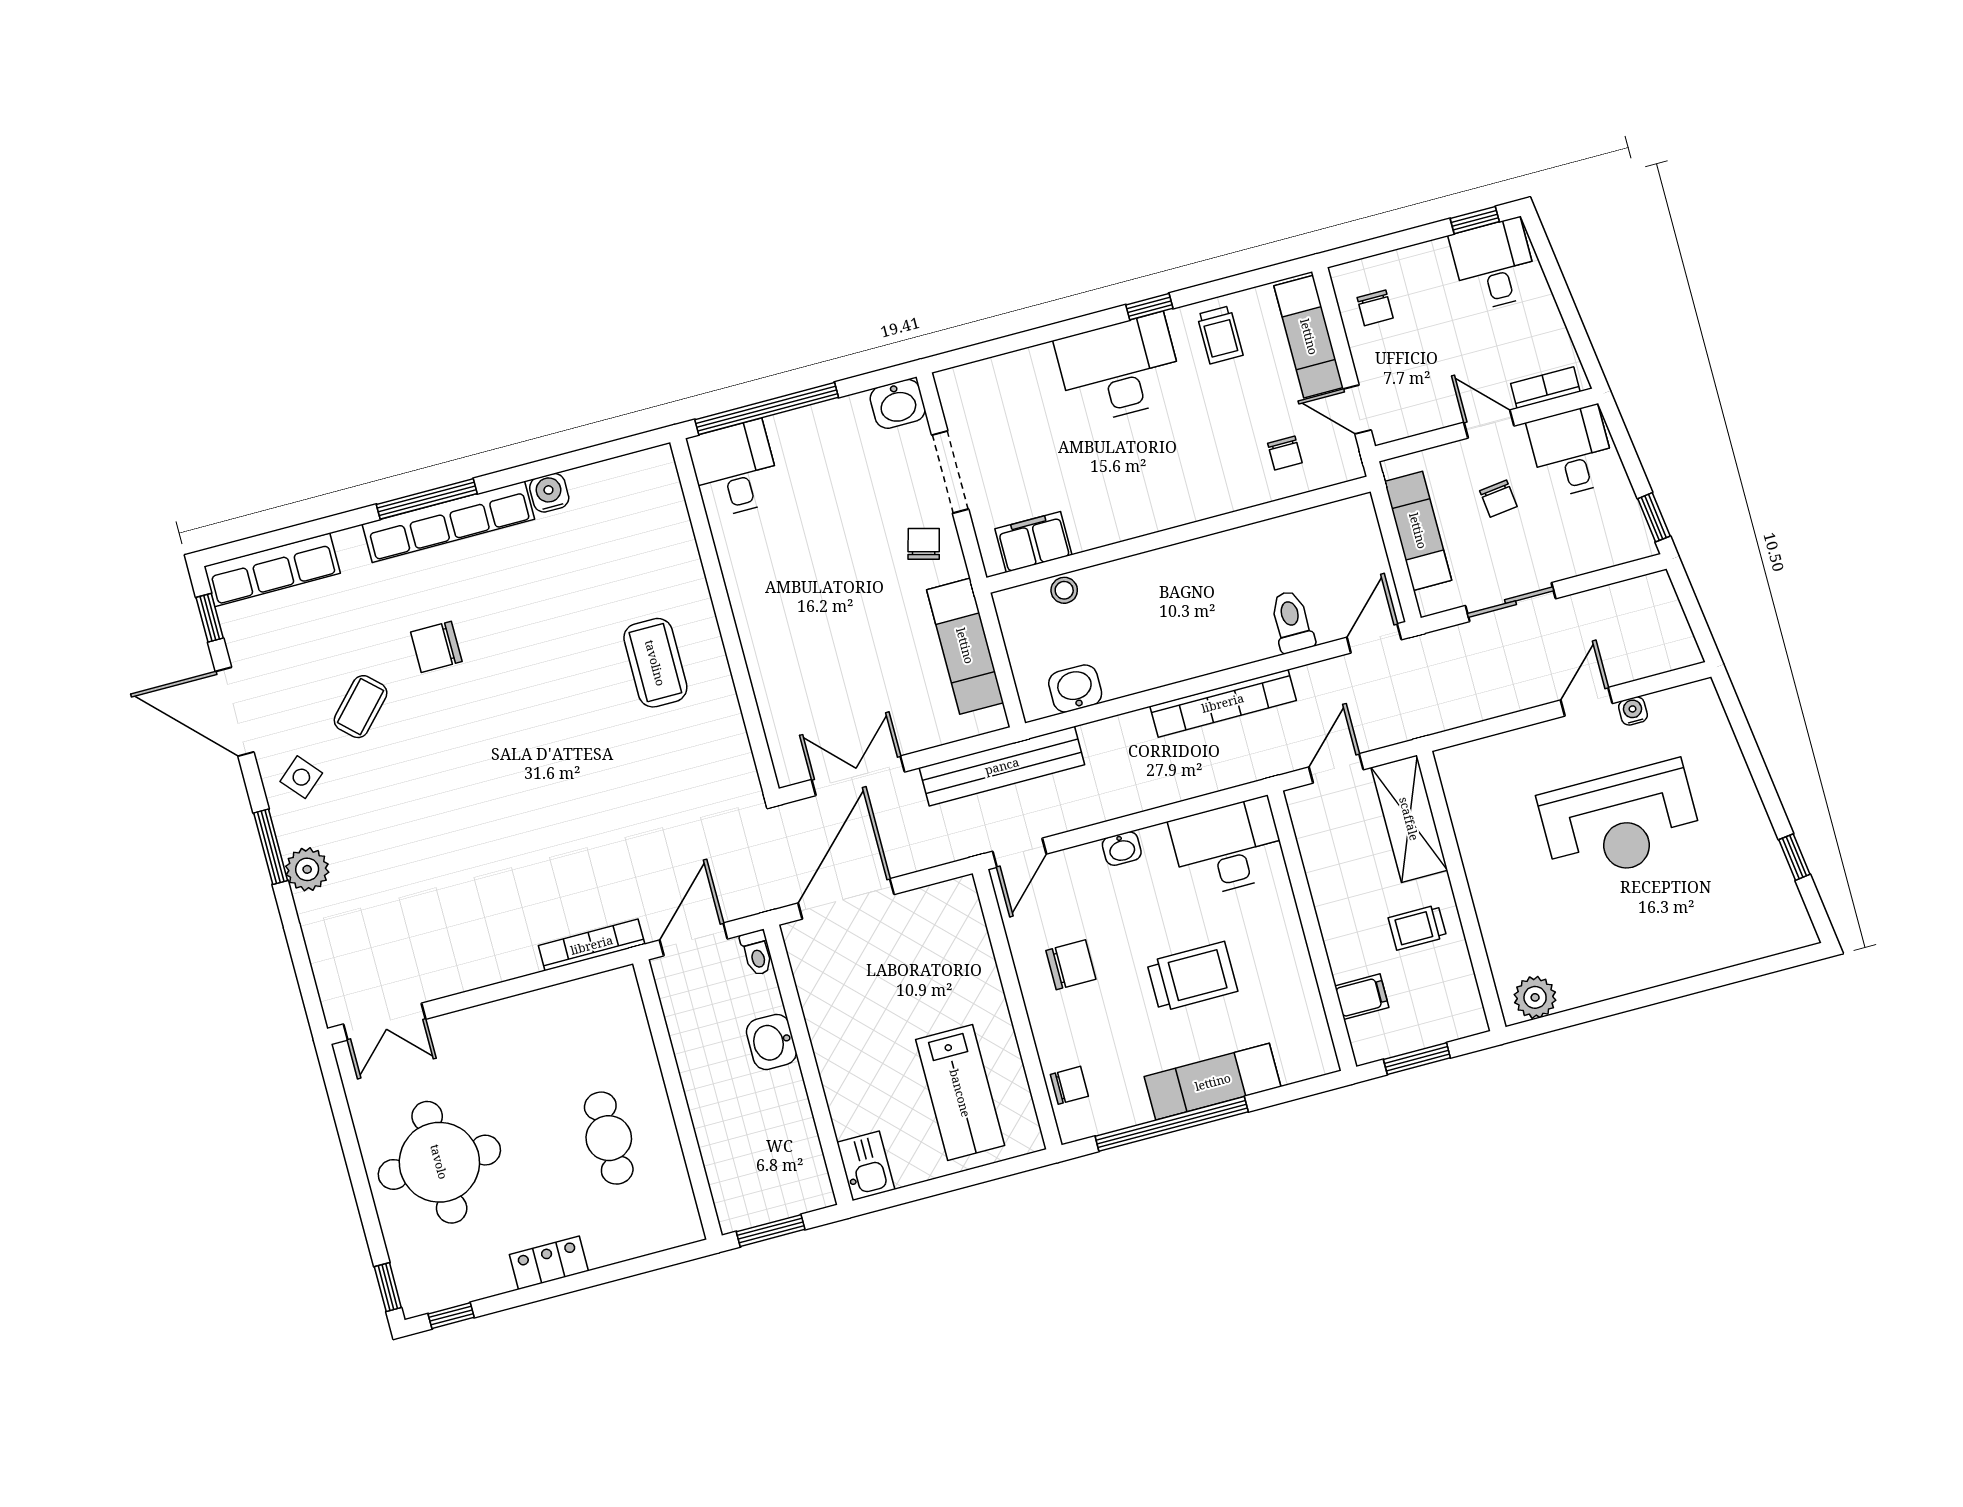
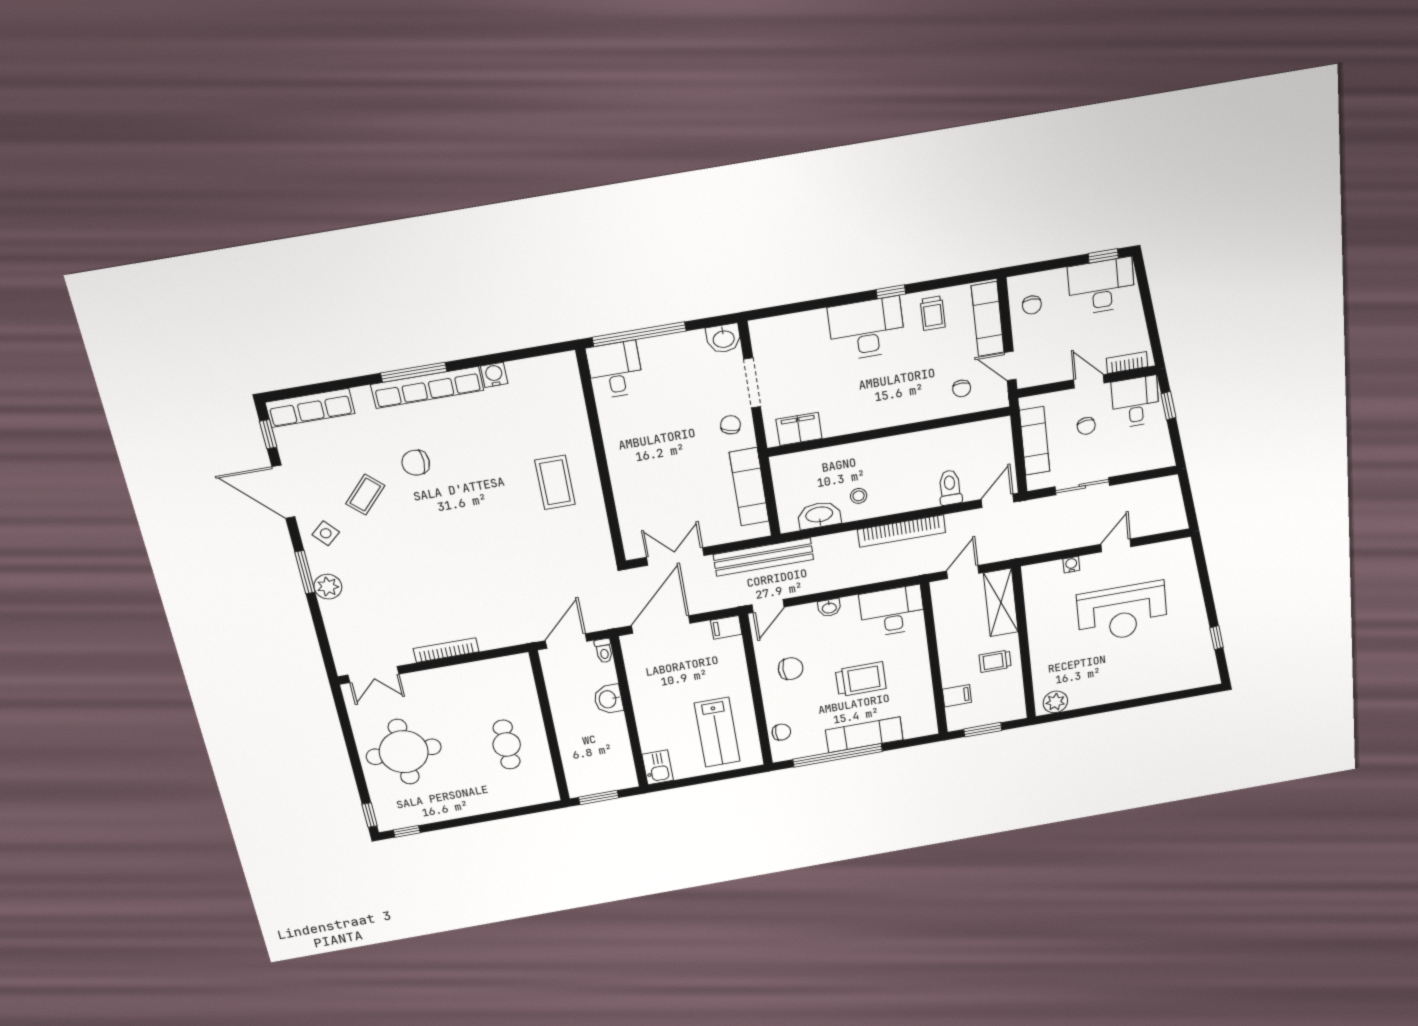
desk: (1494, 265) -> (1101, 286), width x1.37
window: (1654, 517) -> (1168, 406), moved
stool: (1064, 590) -> (859, 496), moved
washbasin: (1075, 688) -> (819, 515), width x1.38
water cooler: (1633, 711) -> (1071, 565), moved
filing cabinet: (955, 896) -> (726, 627), added
bookcase: (592, 945) -> (446, 650), moved
locker: (549, 1263) -> (467, 807), removed

